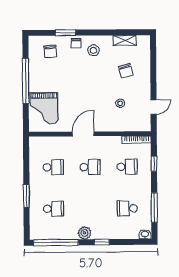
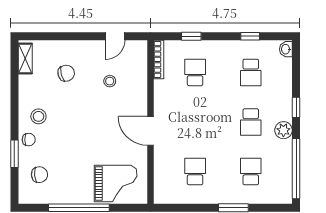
shelving: (125, 40) -> (25, 58), moved
door: (154, 107) -> (115, 36), swing flipped
school desk: (90, 167) -> (251, 122), moved, turned 180
window: (154, 208) -> (250, 36), width x0.46

